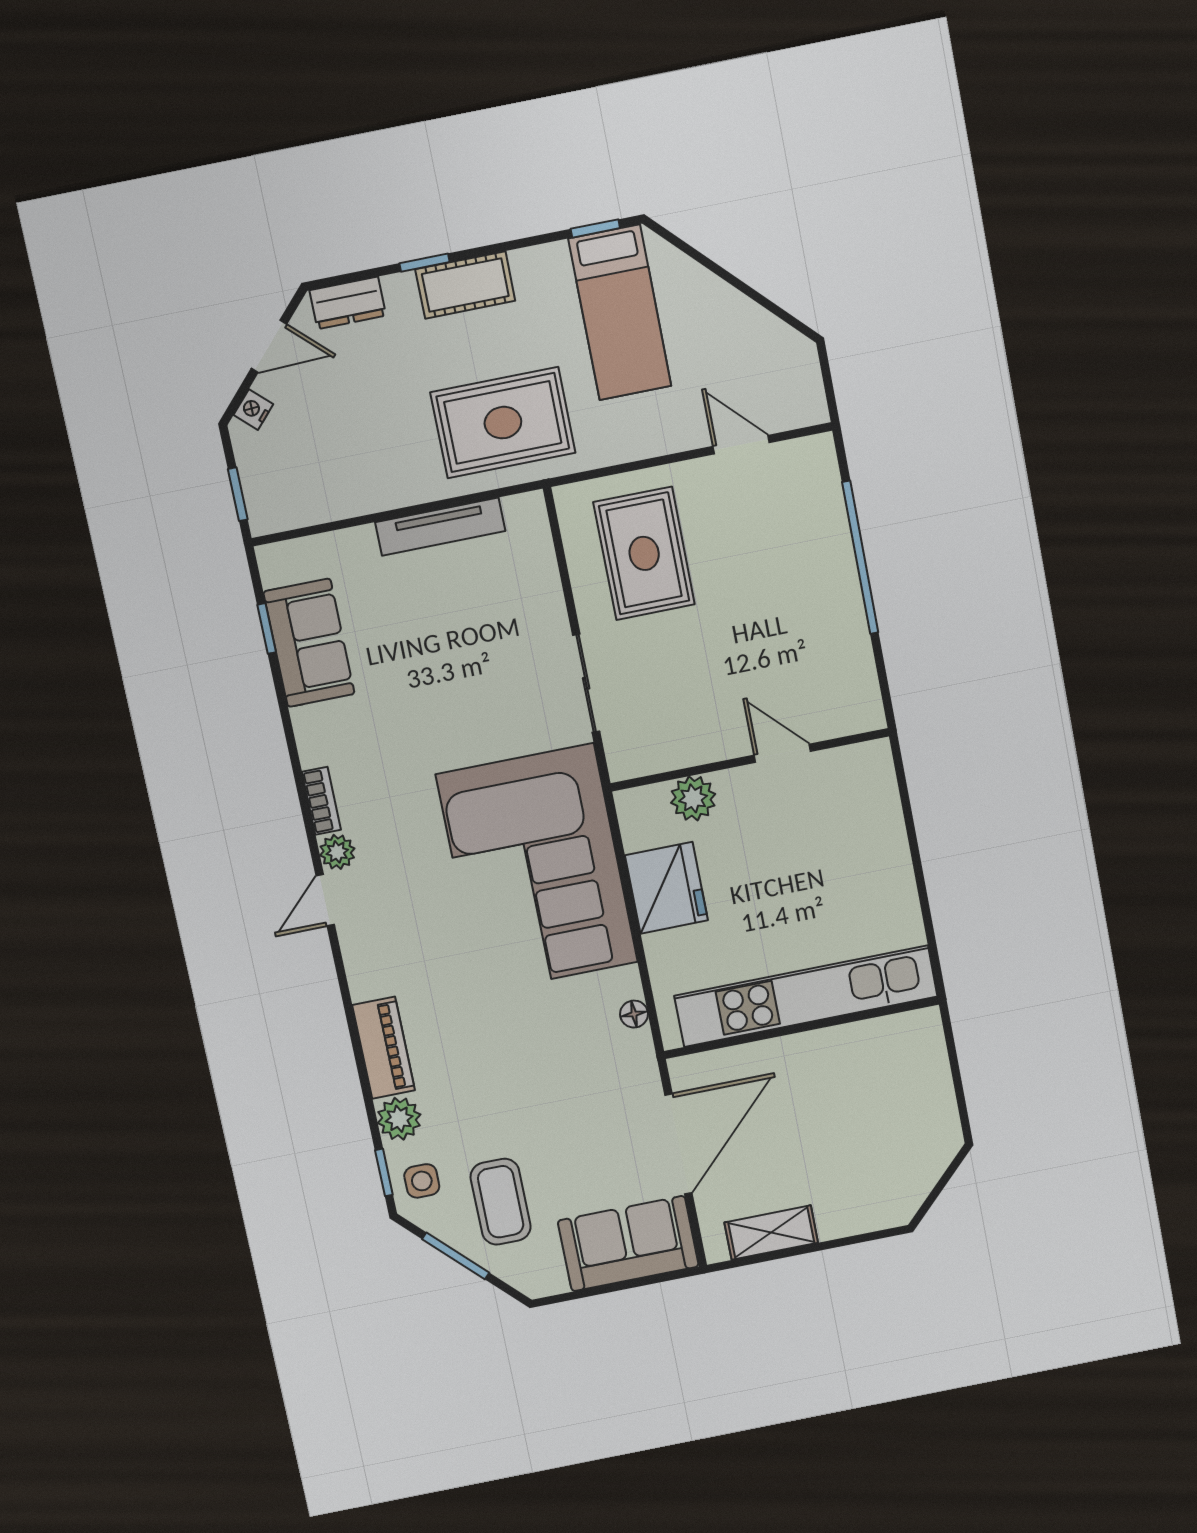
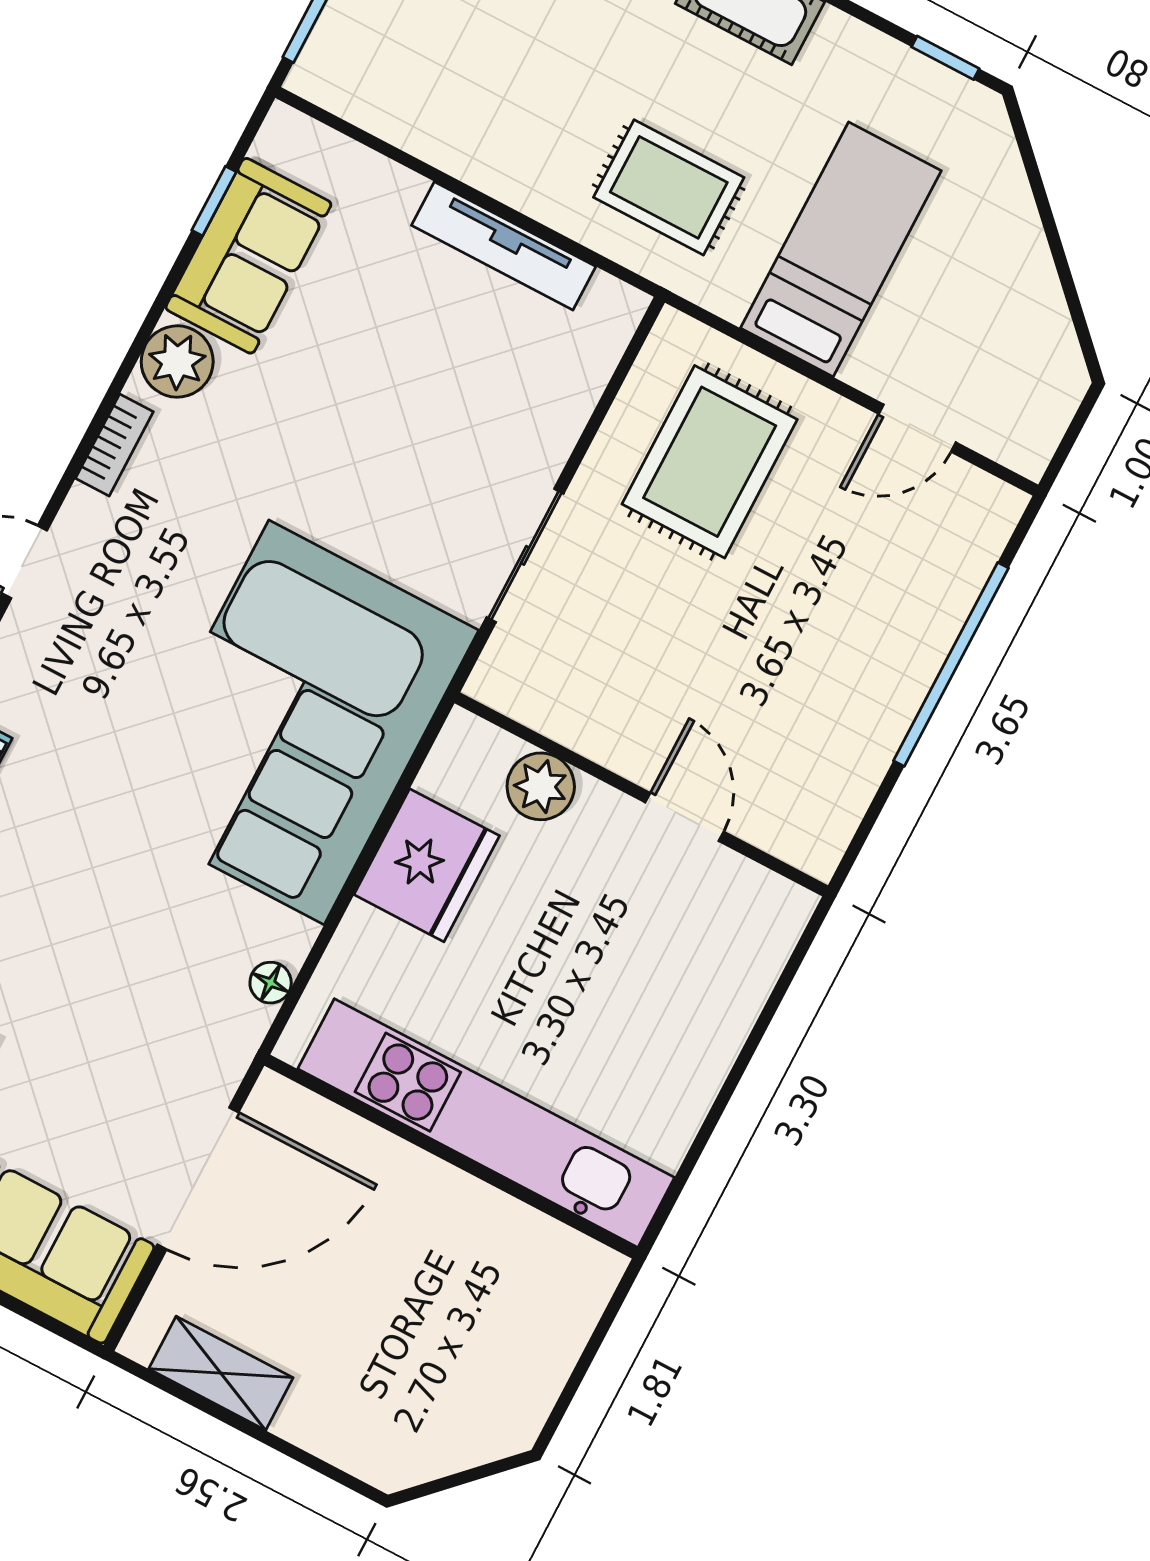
bed: (620, 312) -> (841, 249), moved, turned 180
rug: (503, 423) -> (669, 187), width x0.73, depth x0.70
door: (741, 445) -> (917, 428), swing flipped
plant: (337, 852) -> (177, 362), moved, width x1.38, depth x1.38

